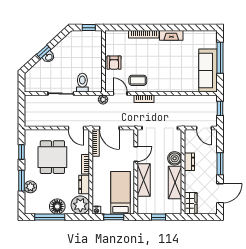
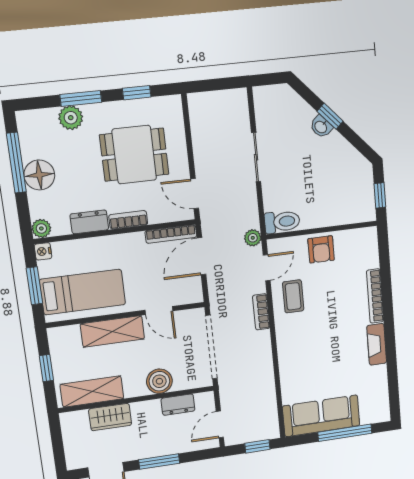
armchair: (114, 63) -> (321, 249), turned -90
toilet: (82, 83) -> (282, 222), moved
door: (76, 128) -> (195, 194), hinge flipped
dresser: (189, 162) -> (178, 405), moved
shelving: (175, 183) -> (92, 392), moved
wardrobe: (191, 203) -> (110, 417), moved
plant: (80, 205) -> (41, 228), width x0.53, depth x0.53

